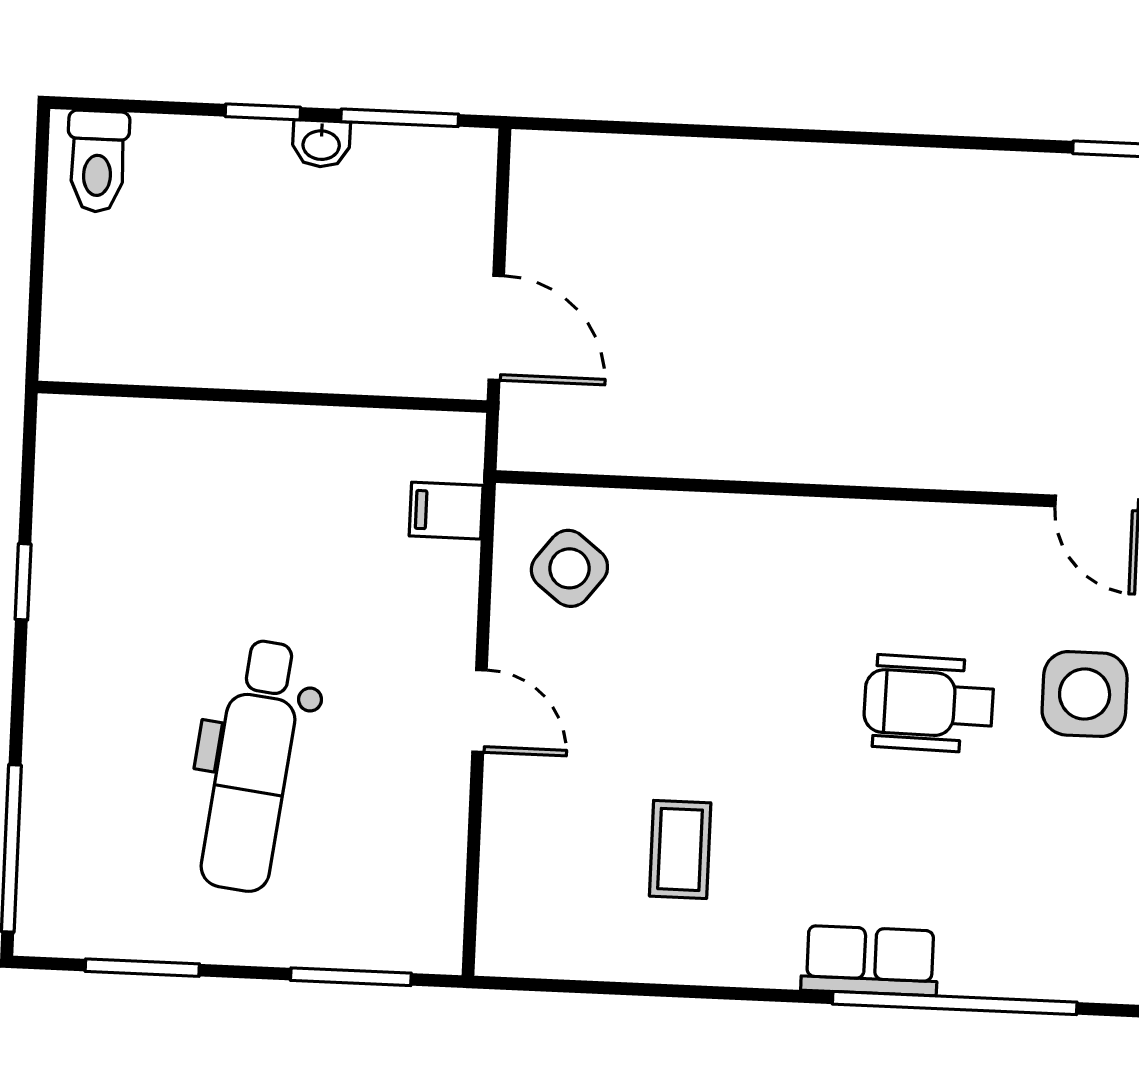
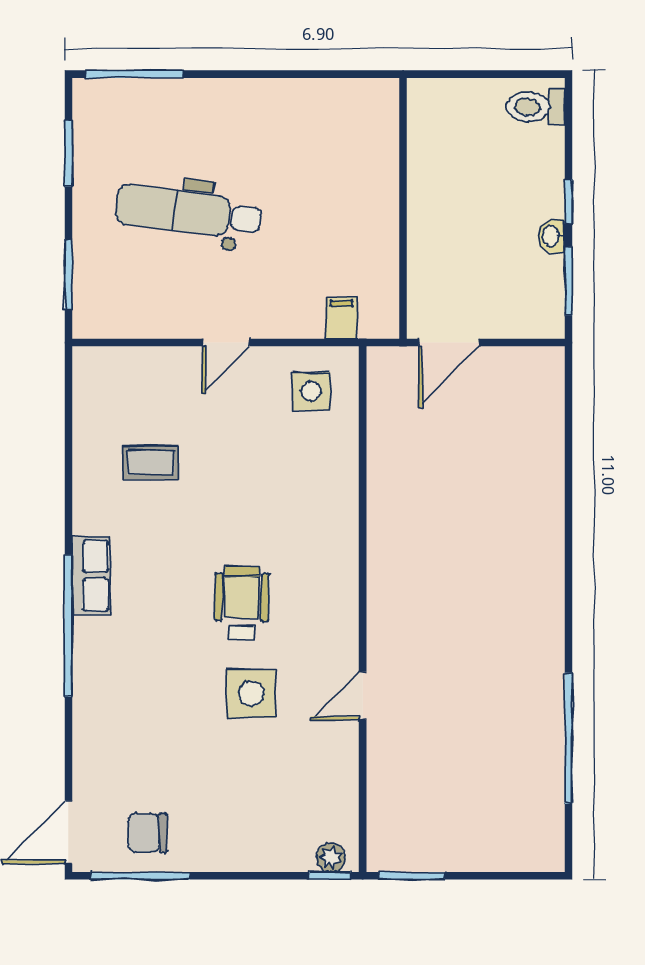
side table: (569, 568) -> (311, 391), turned -38
window: (23, 582) -> (290, 74), removed

